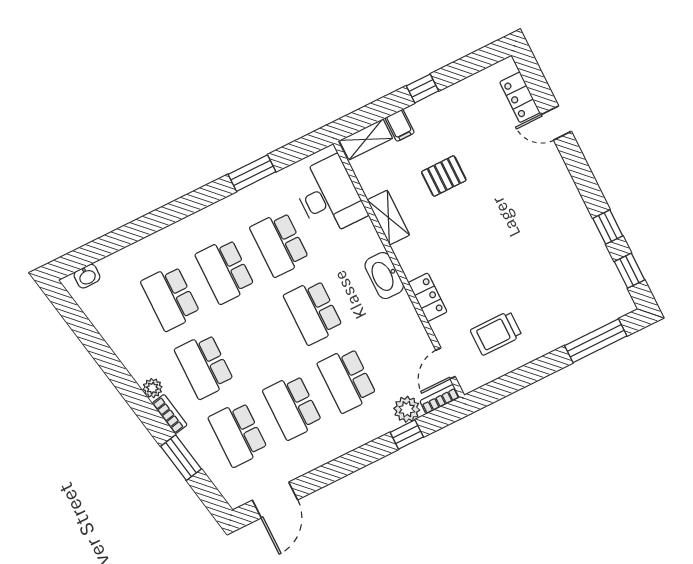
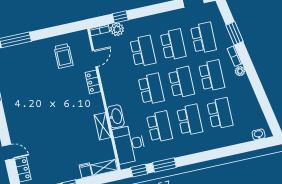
window: (298, 150) -> (139, 171), added
pallet: (444, 176) -> (70, 140), removed
washbasin: (384, 276) -> (116, 116), moved
trolley: (496, 333) -> (64, 56), turned 90
school desk: (259, 339) -> (181, 82), added
door: (445, 363) -> (95, 59), moved

